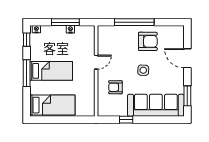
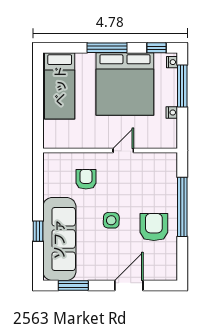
window: (65, 22) -> (182, 86), moved
armchair: (148, 41) -> (154, 227), turned 180
door: (96, 62) -> (123, 151), swing flipped
bed: (51, 71) -> (125, 84), width x2.04
window: (126, 120) -> (38, 231), moved

